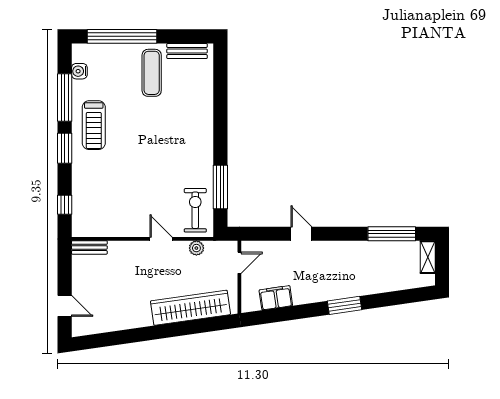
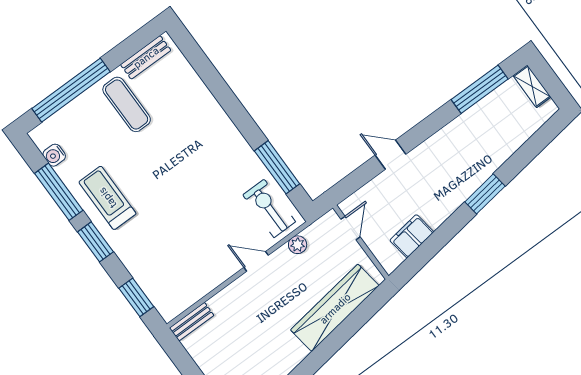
treadmill: (94, 125) -> (107, 198), turned 180
window: (65, 205) -> (136, 297), width x1.50

